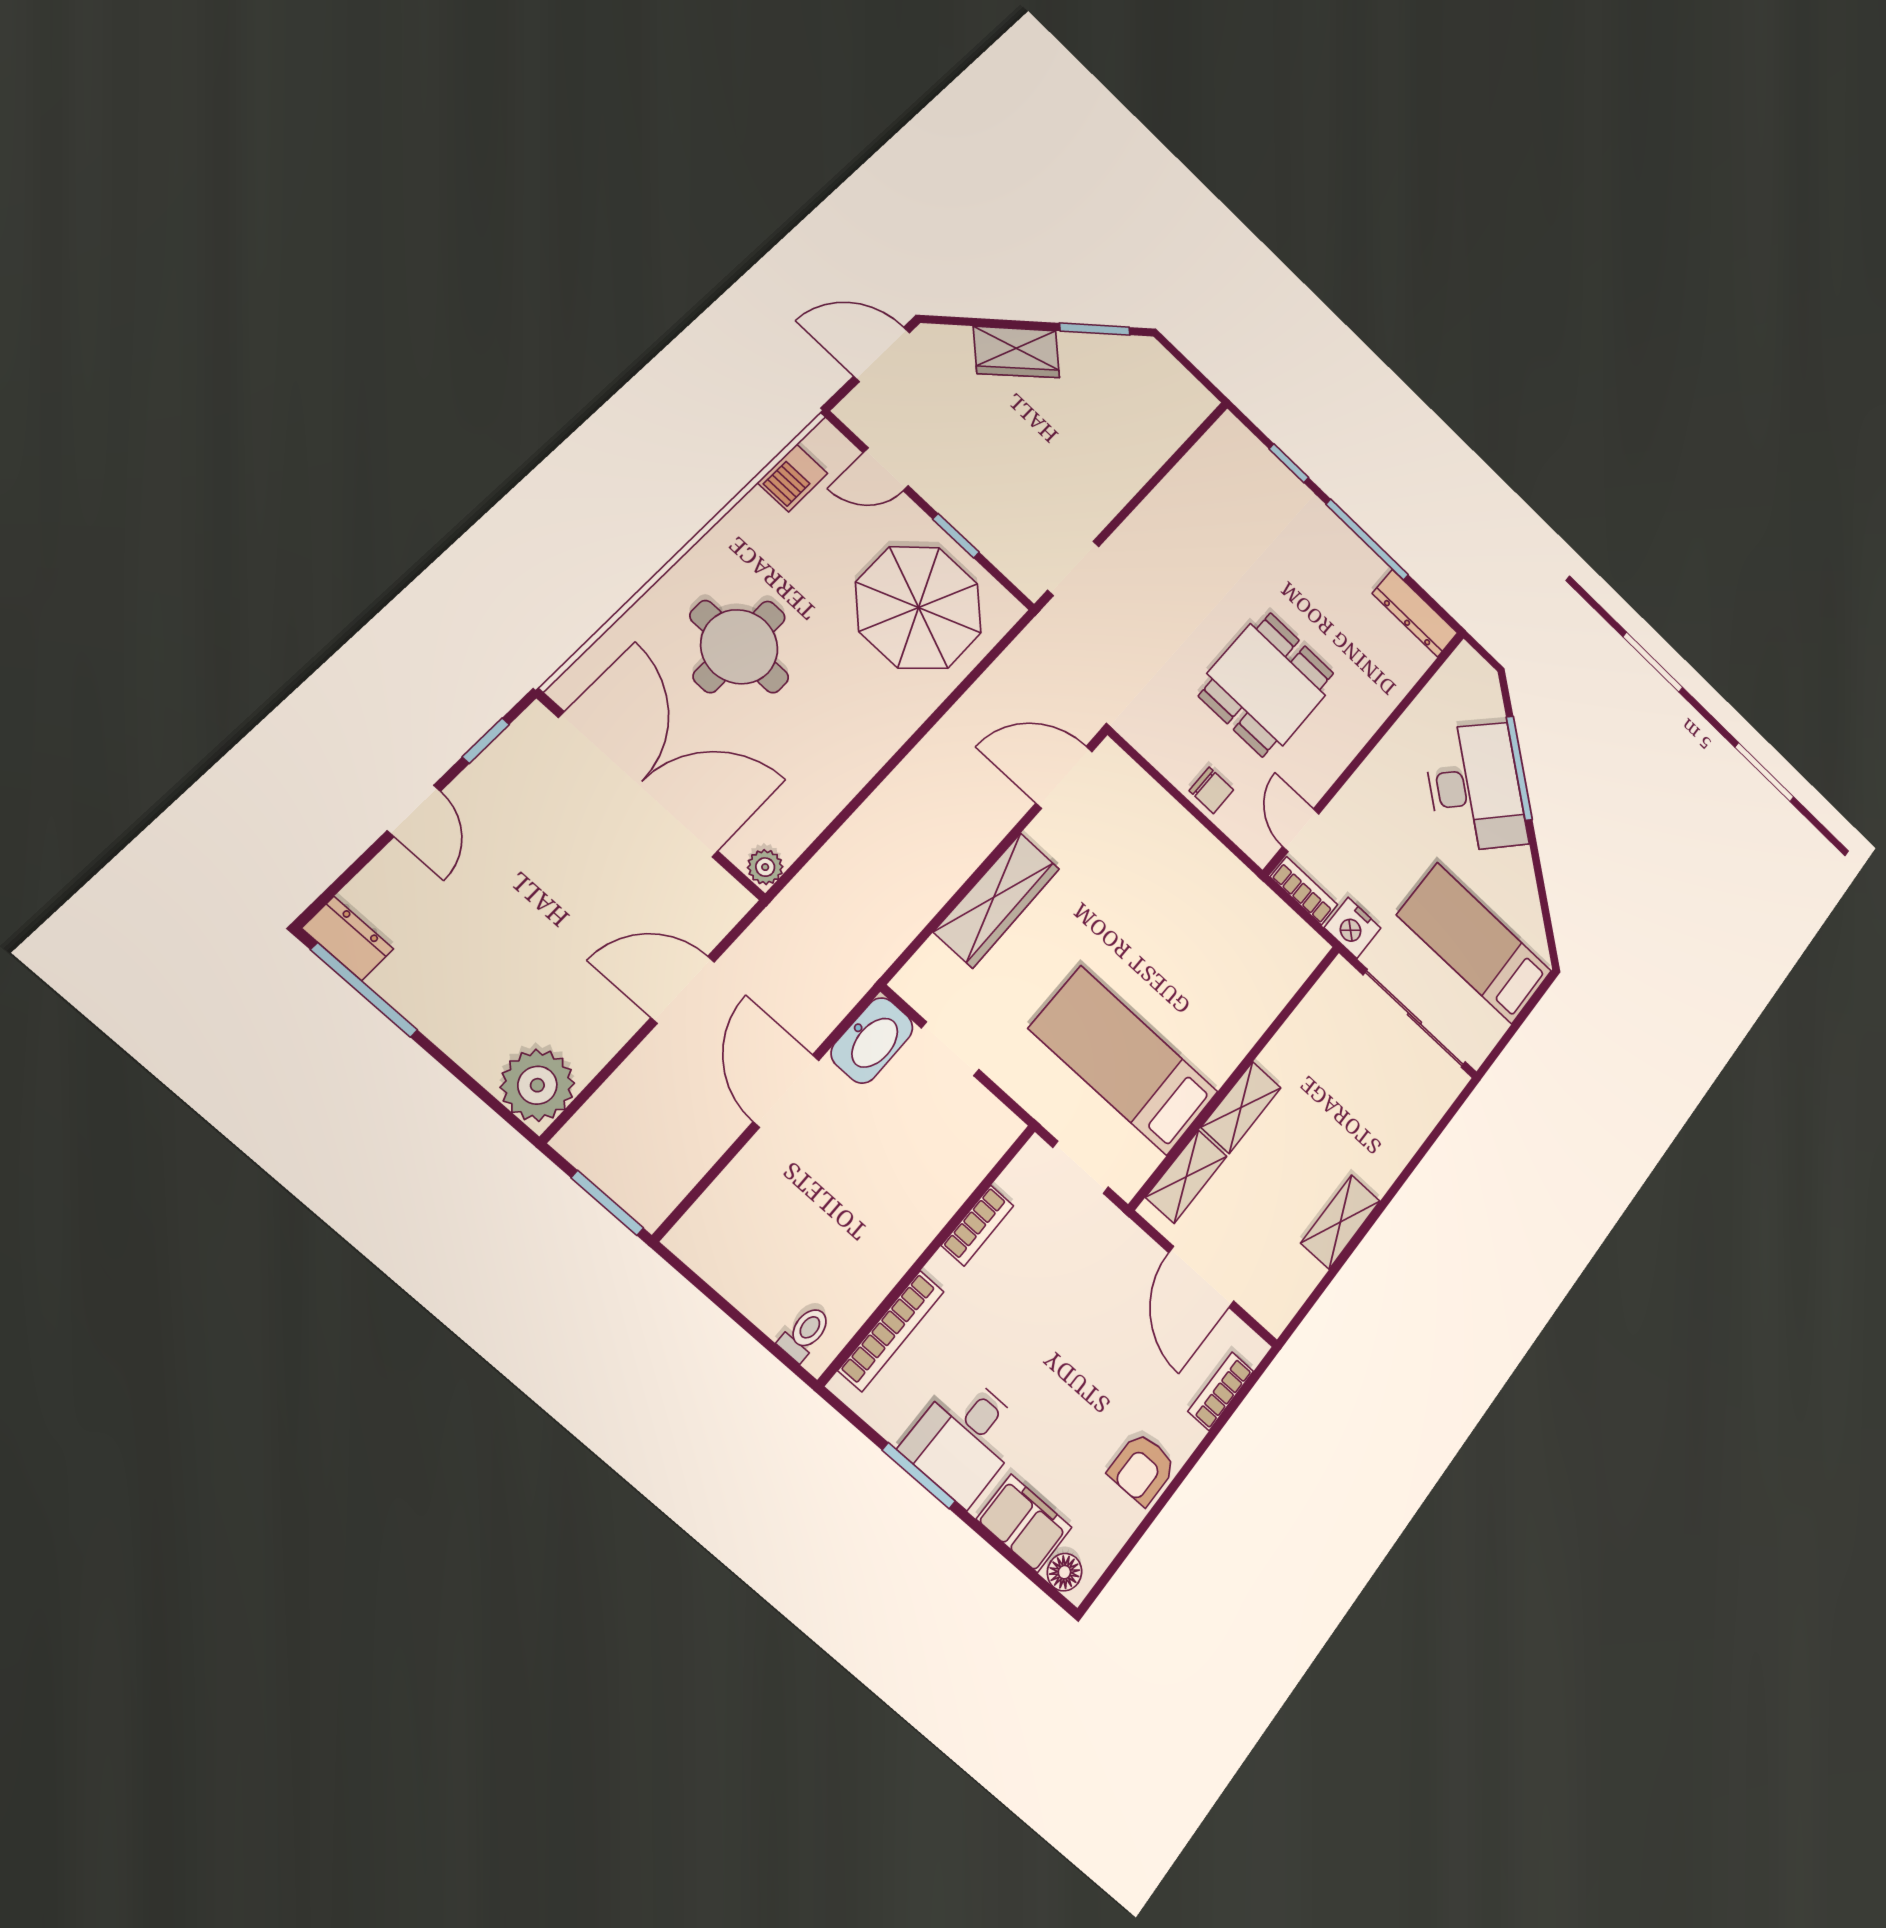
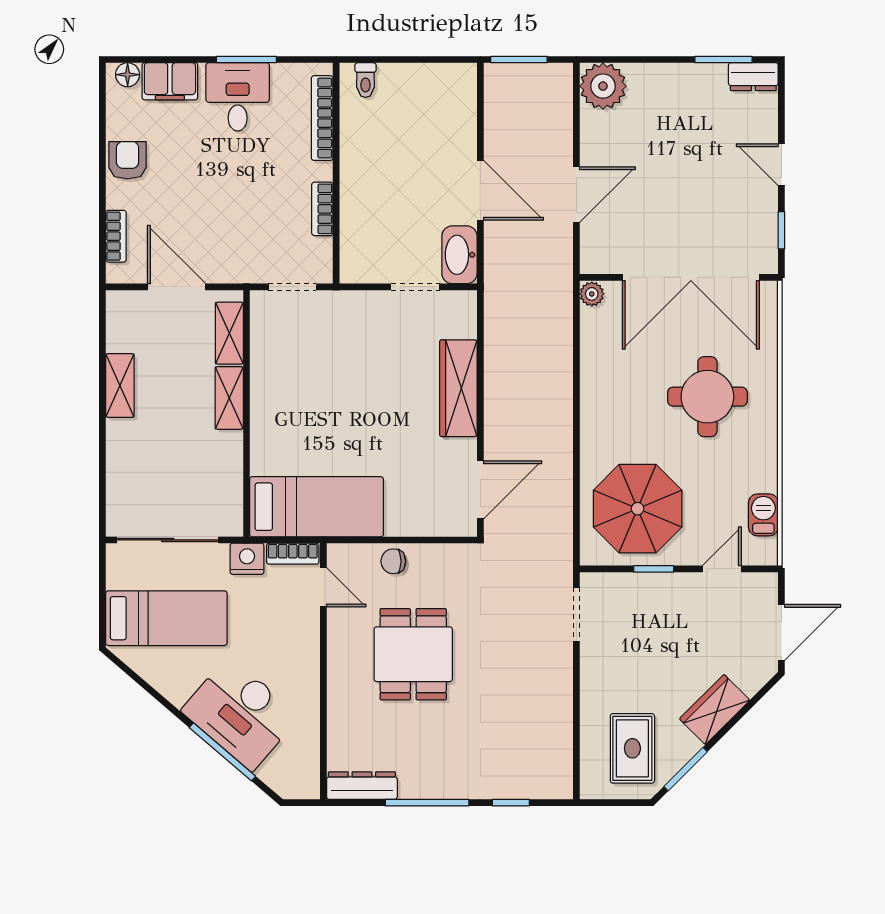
rug: (1130, 397) -> (632, 748), added
window: (364, 990) -> (723, 59), width x0.69
bed: (1124, 1060) -> (317, 507), moved

